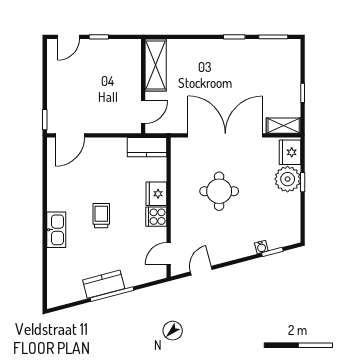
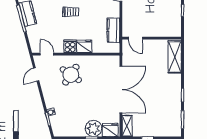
shelving: (156, 65) -> (175, 57), moved, turned 90
kitchen counter: (147, 147) -> (114, 30), moved
round table: (219, 191) -> (71, 75), moved, turned 34
door: (201, 271) -> (36, 74), swing flipped

